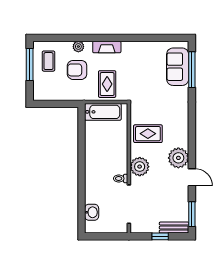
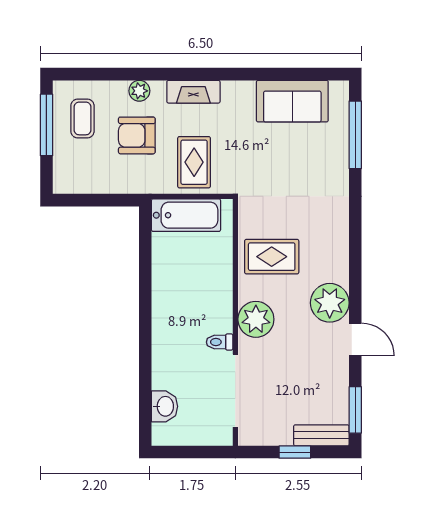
sofa: (178, 67) -> (292, 101), moved, turned -90

